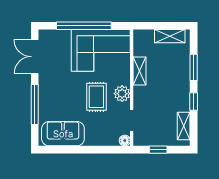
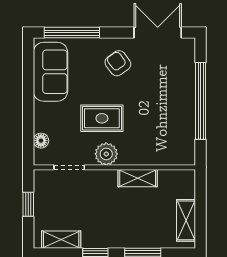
corner sofa: (101, 50) -> (166, 124), removed
armchair: (57, 85) -> (118, 63), added
window: (35, 104) -> (72, 33), moved
floor lamp: (125, 141) -> (41, 141), moved

